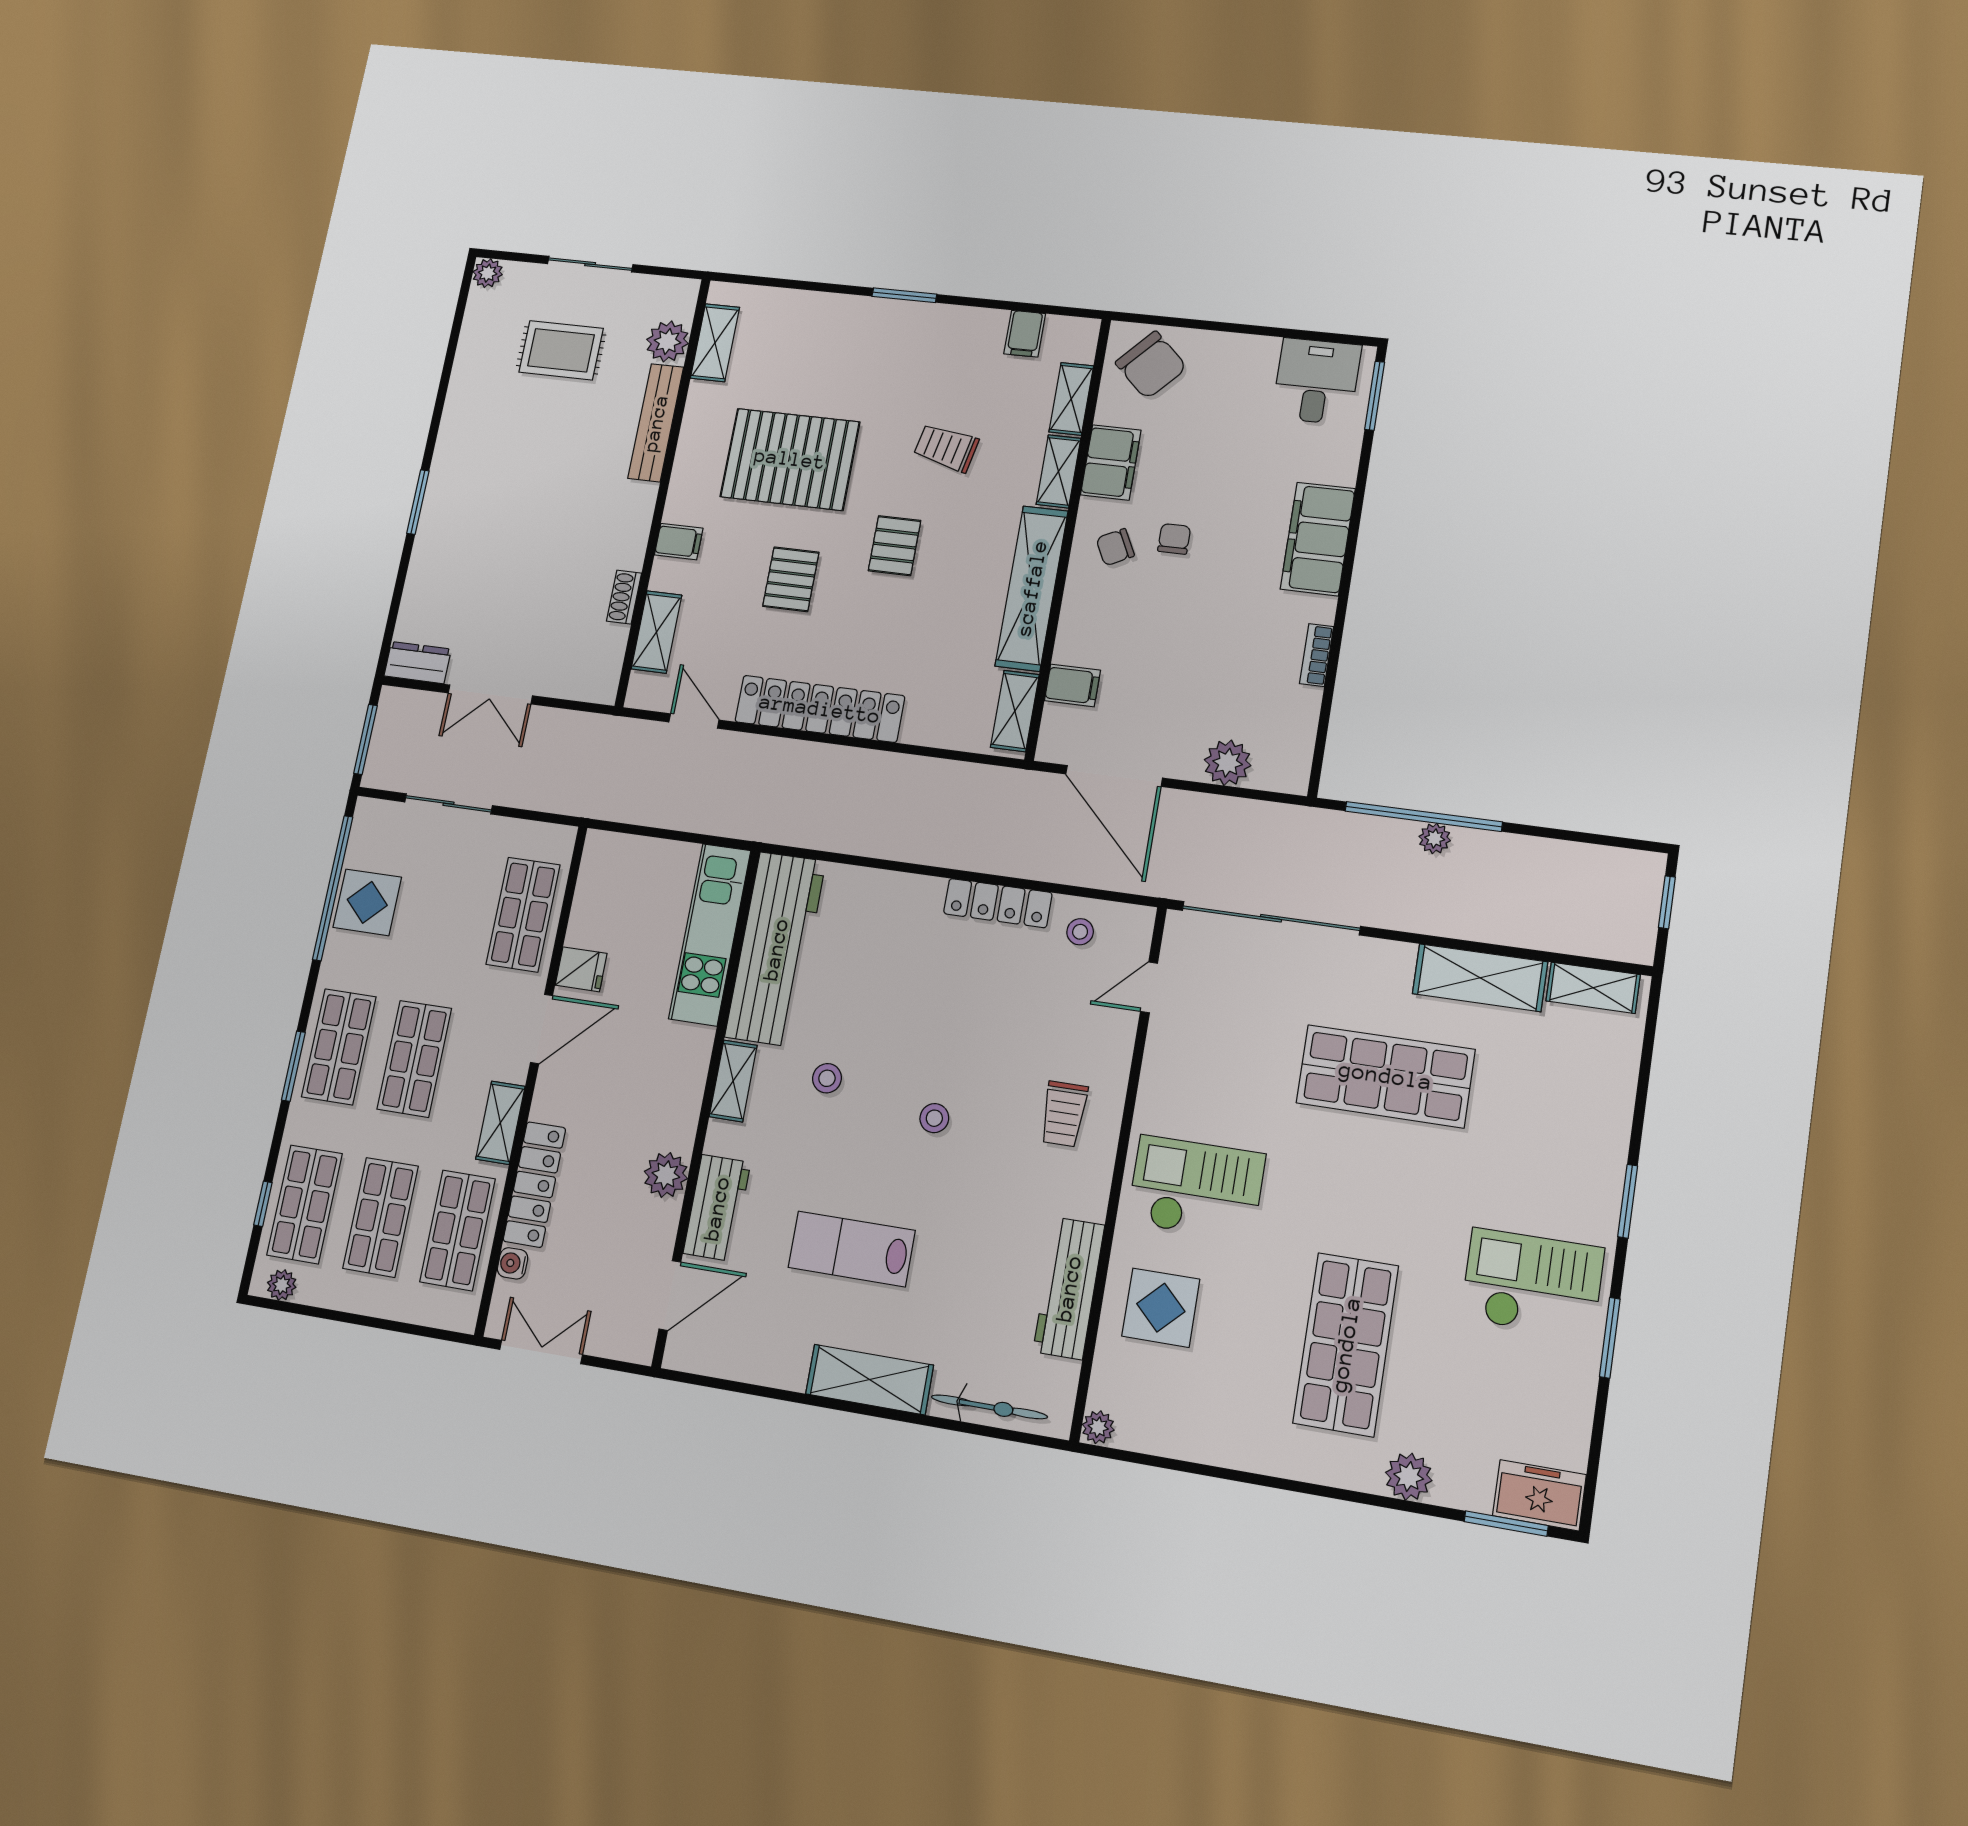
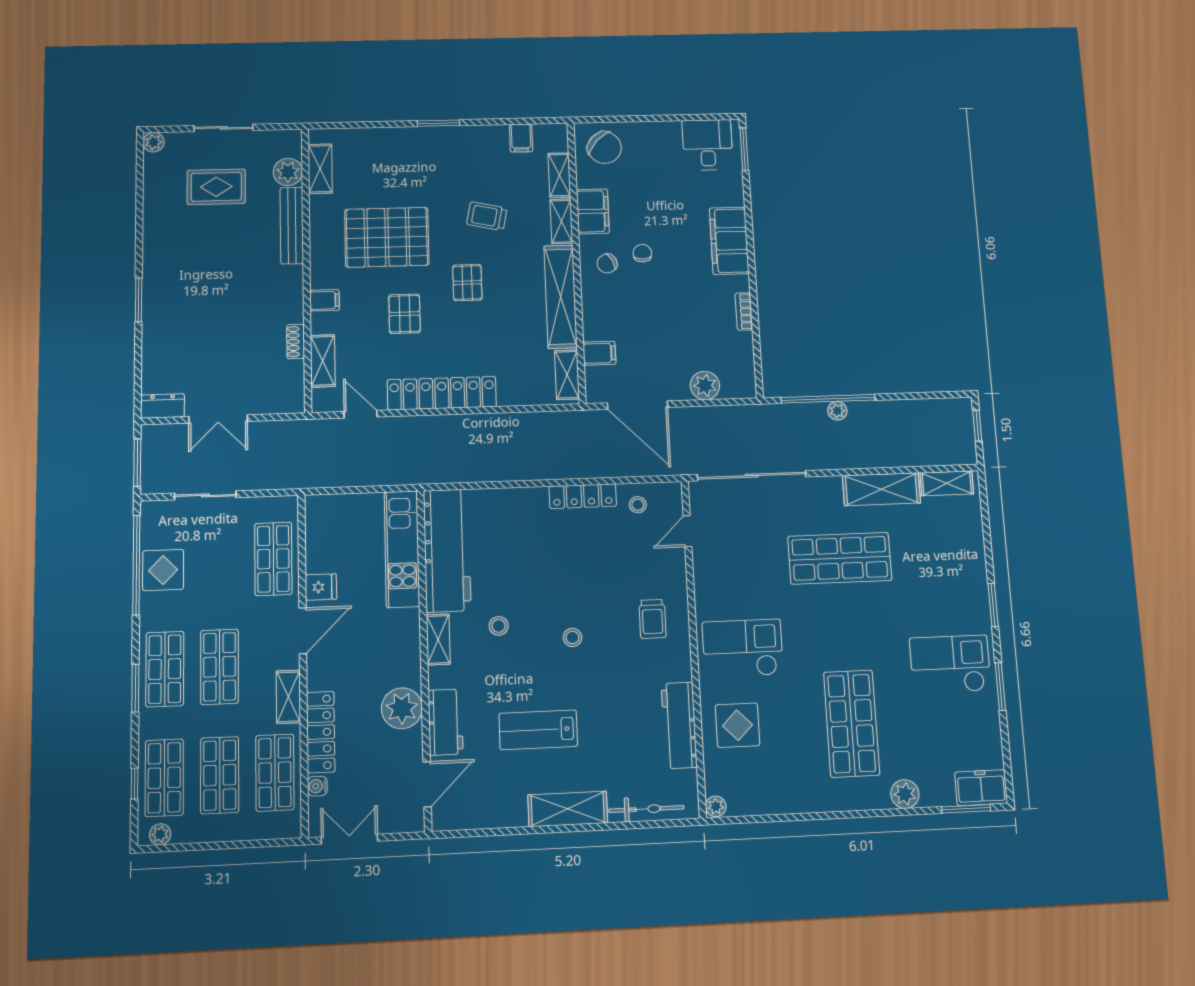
plant: (666, 1175) -> (402, 708), width x1.36, depth x1.36

